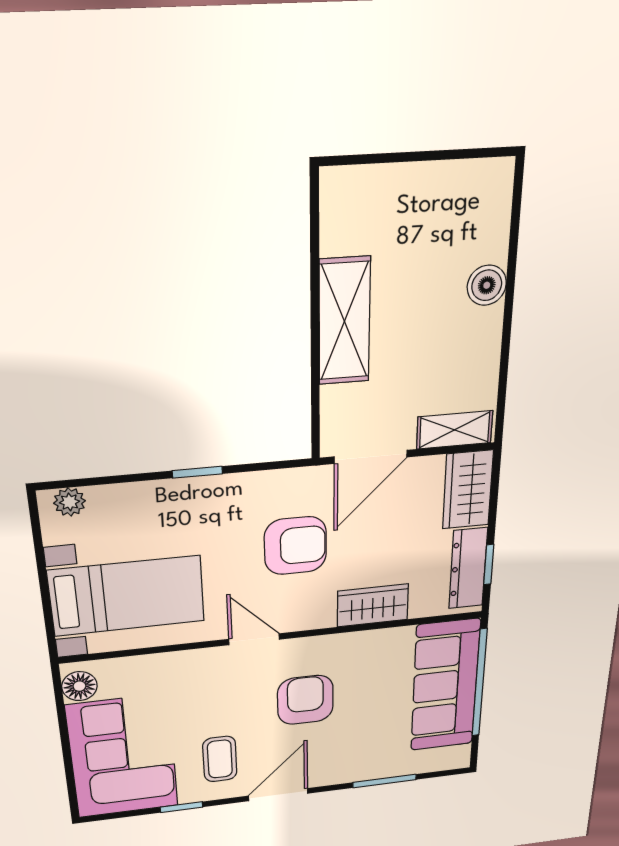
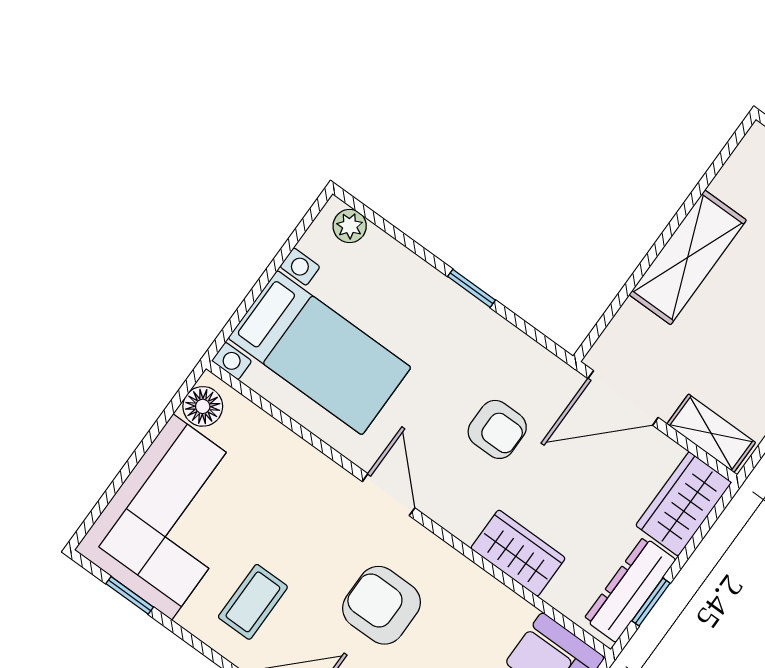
armchair: (295, 546) -> (497, 429), width x0.72, depth x0.72
armchair: (305, 700) -> (381, 605), turned -90
window: (182, 807) -> (130, 595), moved

